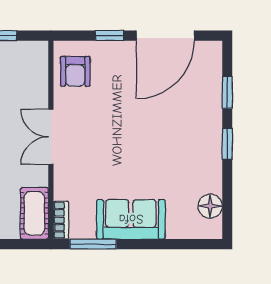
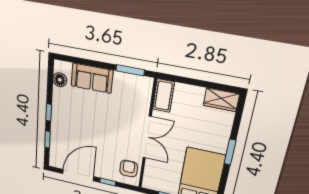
double door: (51, 137) -> (147, 137), width x1.37
sofa: (131, 219) -> (92, 78), moved
bookcase: (61, 220) -> (148, 88), removed

